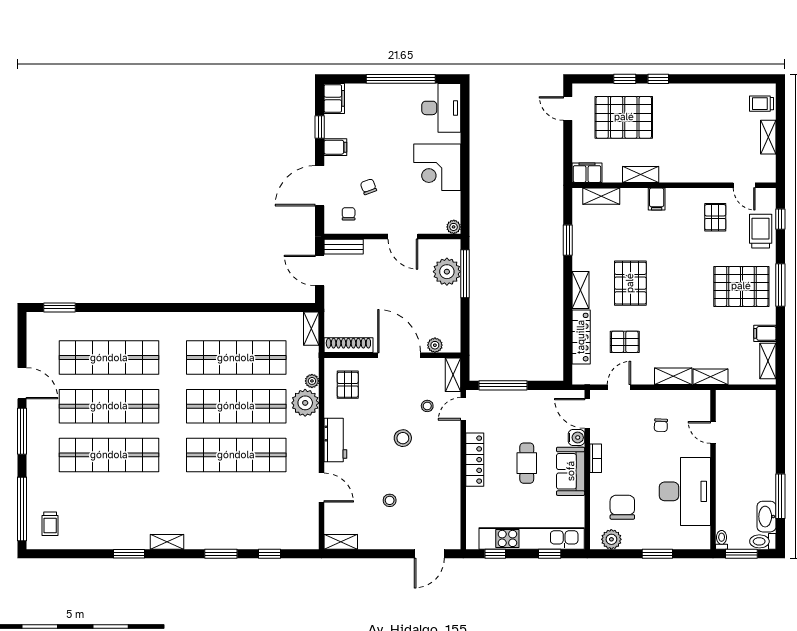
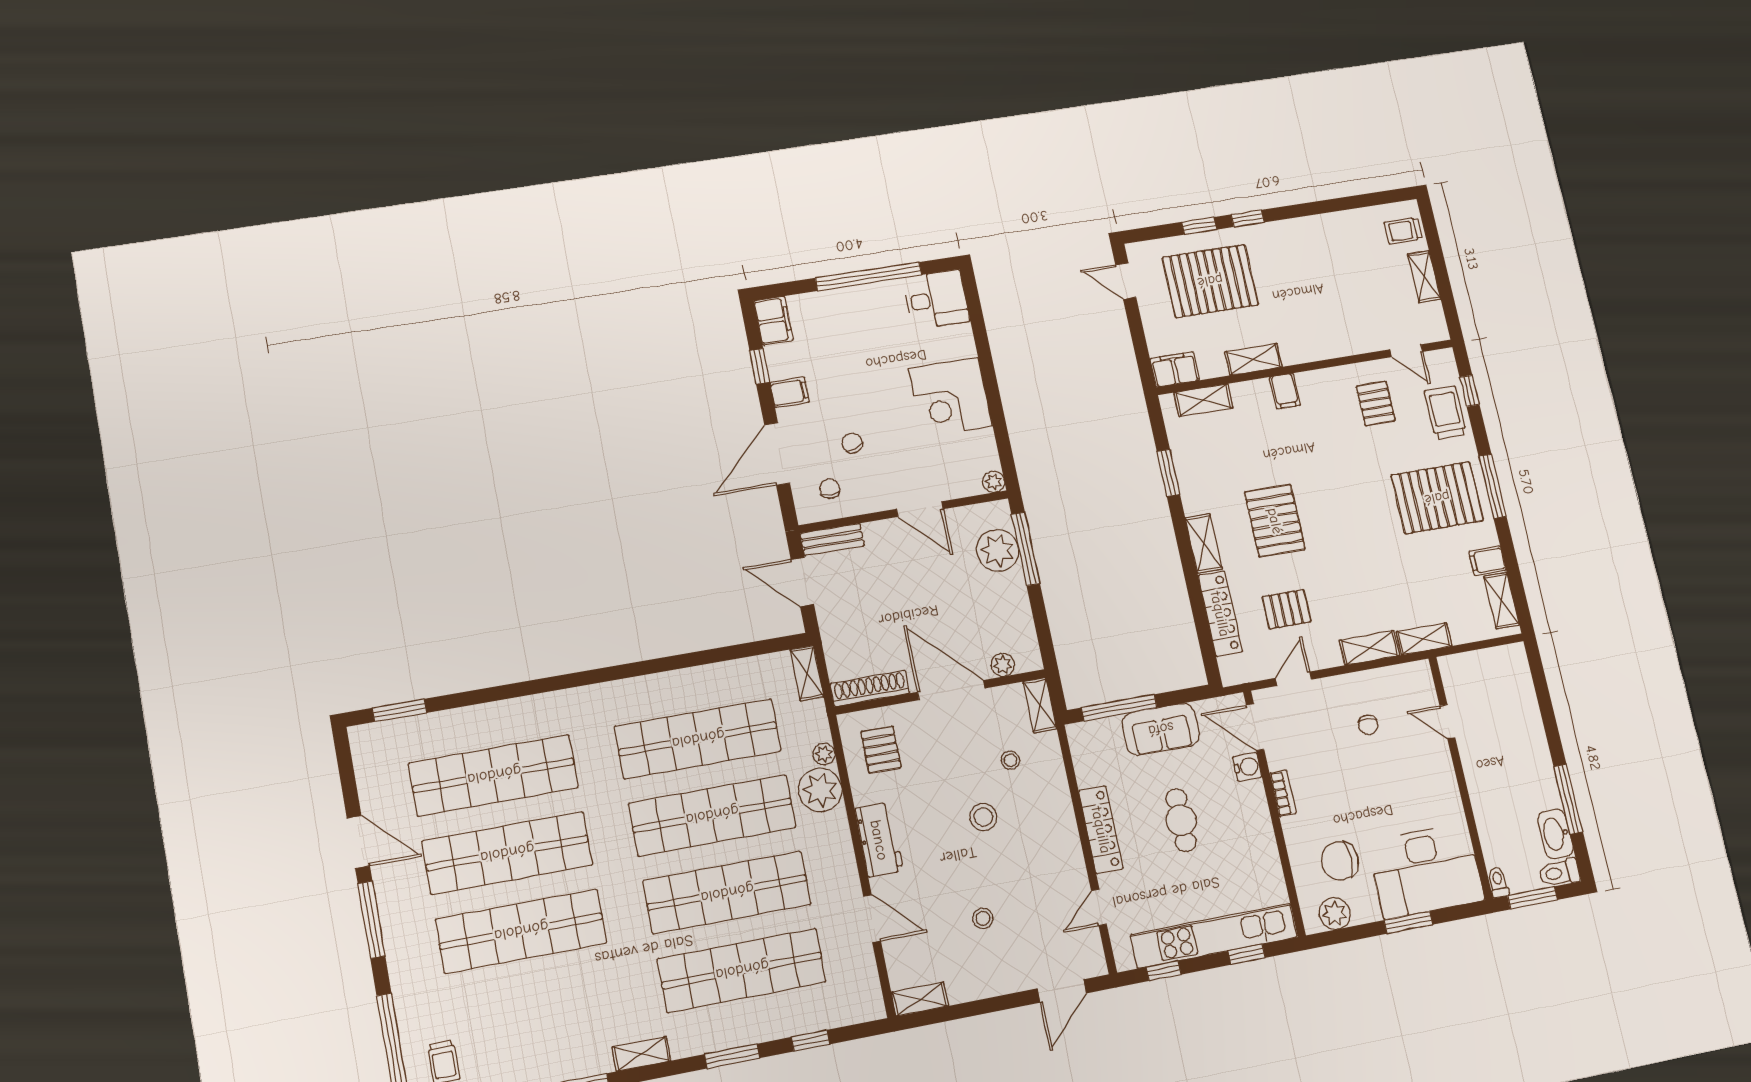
desk: (441, 108) -> (936, 300), width x0.73
door: (463, 409) -> (1099, 907), moved
sofa: (571, 471) -> (1161, 729), moved, turned -90
desk: (685, 491) -> (1426, 871), moved, turned 90
shop shelf: (236, 504) -> (742, 970), added
chair: (622, 507) -> (1340, 861), turned -90

